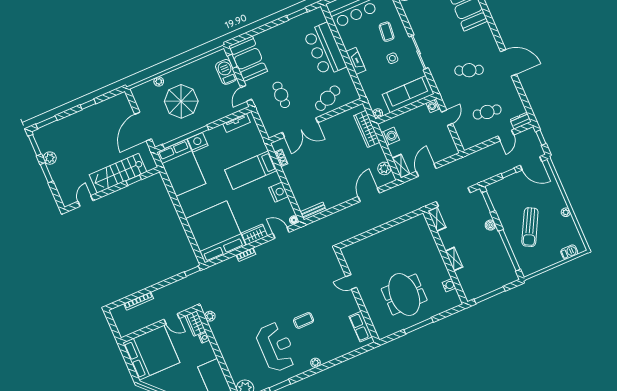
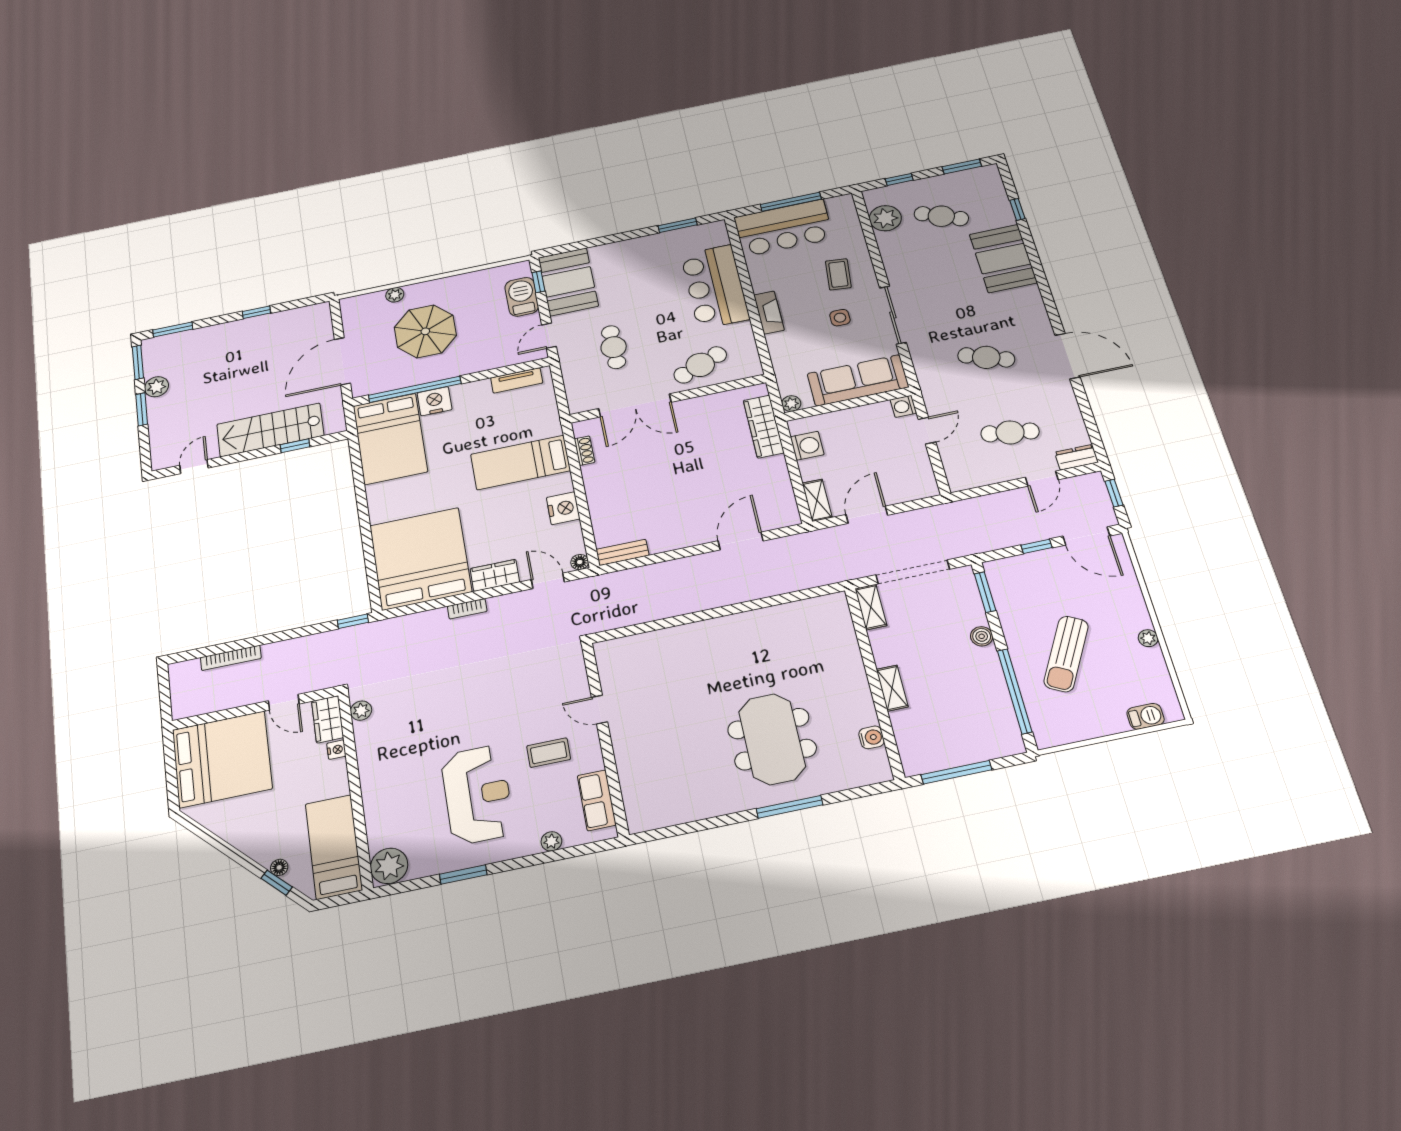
plant: (384, 168) -> (783, 499), removed
door: (351, 282) -> (599, 710), moved
wall: (357, 296) -> (605, 738), moved
row of seats: (361, 327) -> (597, 800), moved

